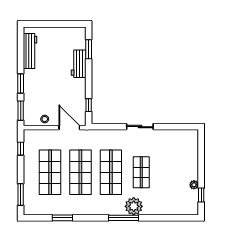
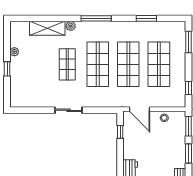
window: (201, 195) -> (7, 69), moved
plant: (134, 206) -> (71, 26), width x0.53, depth x0.53
shelving: (161, 208) -> (47, 28), added
window: (124, 218) -> (96, 18), moved

